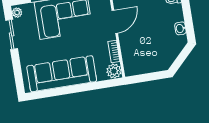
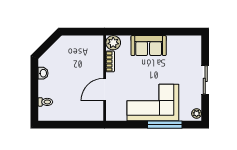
sliding door: (12, 34) -> (205, 80), moved
sofa: (62, 74) -> (149, 46), width x0.54, depth x0.79

